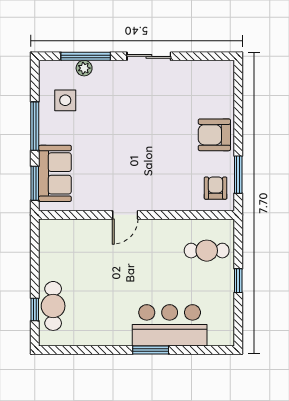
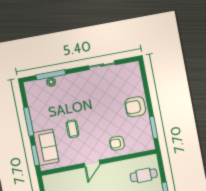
sliding door: (149, 56) -> (102, 65), moved
side table: (65, 100) -> (44, 103), removed
coffee table: (104, 151) -> (73, 129), added
armchair: (216, 188) -> (117, 143), moved, turned -90

